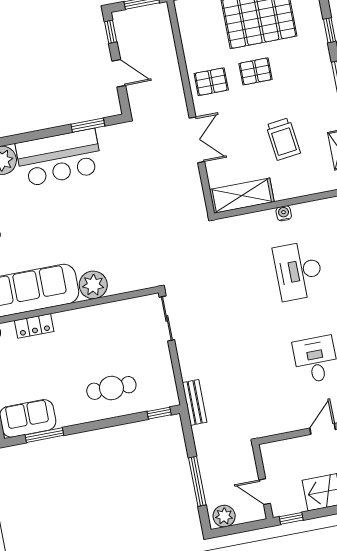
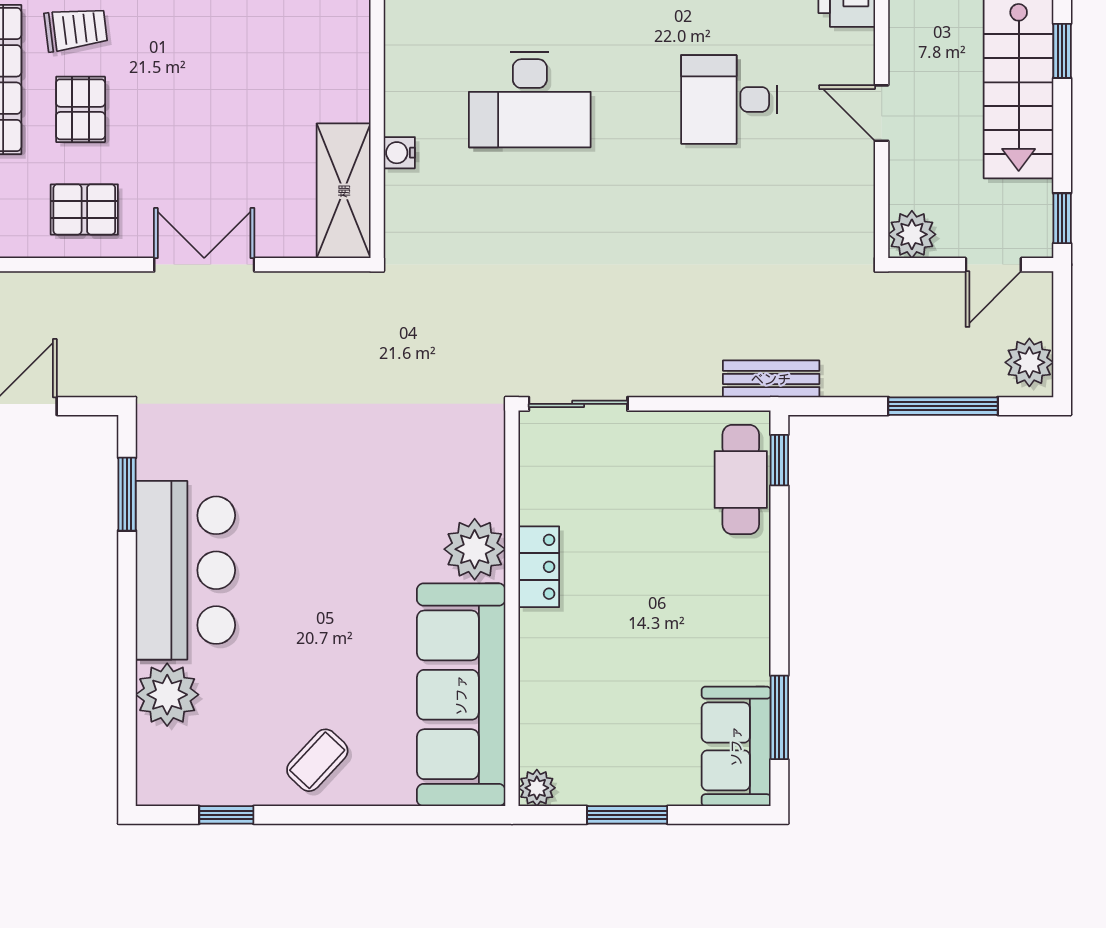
pallet: (211, 82) -> (84, 209), turned 90
trolley: (283, 139) -> (76, 29), moved, width x0.73, depth x0.72
water cooler: (284, 213) -> (399, 153), moved
locker: (34, 326) -> (539, 567), moved
cafe table: (111, 388) -> (741, 479), moved
plant: (271, 453) -> (912, 234), added

